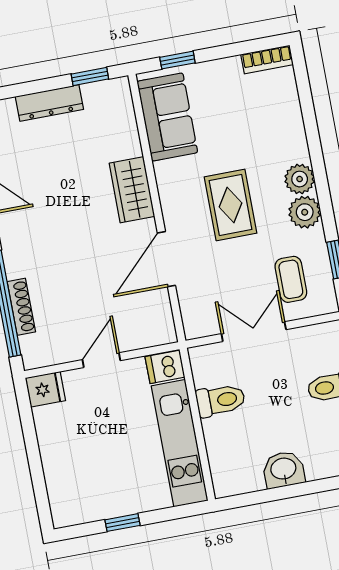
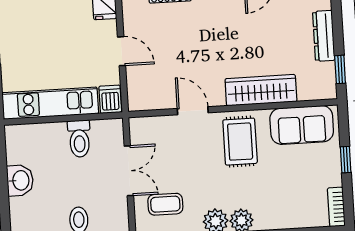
window: (177, 60) -> (346, 160), moved
wardrobe: (132, 190) -> (261, 90), width x1.50
rug: (231, 205) -> (240, 142), moved, turned 90
door: (166, 259) -> (193, 111), width x0.73

